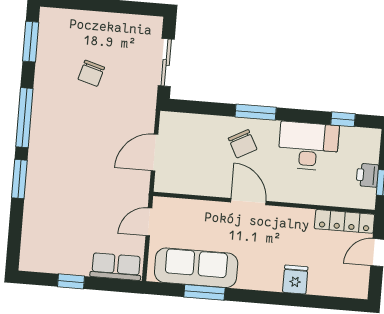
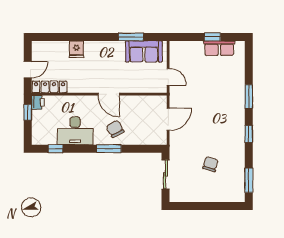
window: (24, 118) -> (249, 134), width x0.46
printer: (367, 175) -> (38, 102), moved
door: (149, 222) -> (168, 77), hinge flipped
row of seats: (116, 267) -> (219, 48), moved
sofa: (196, 268) -> (144, 51), width x0.73

